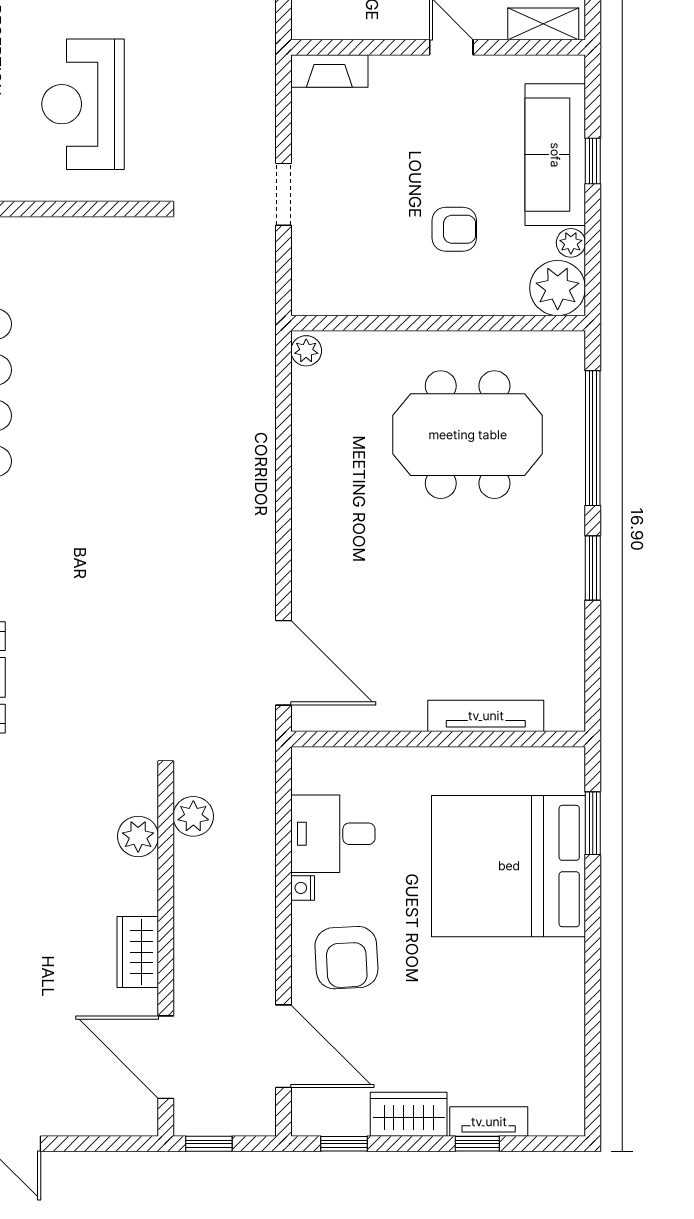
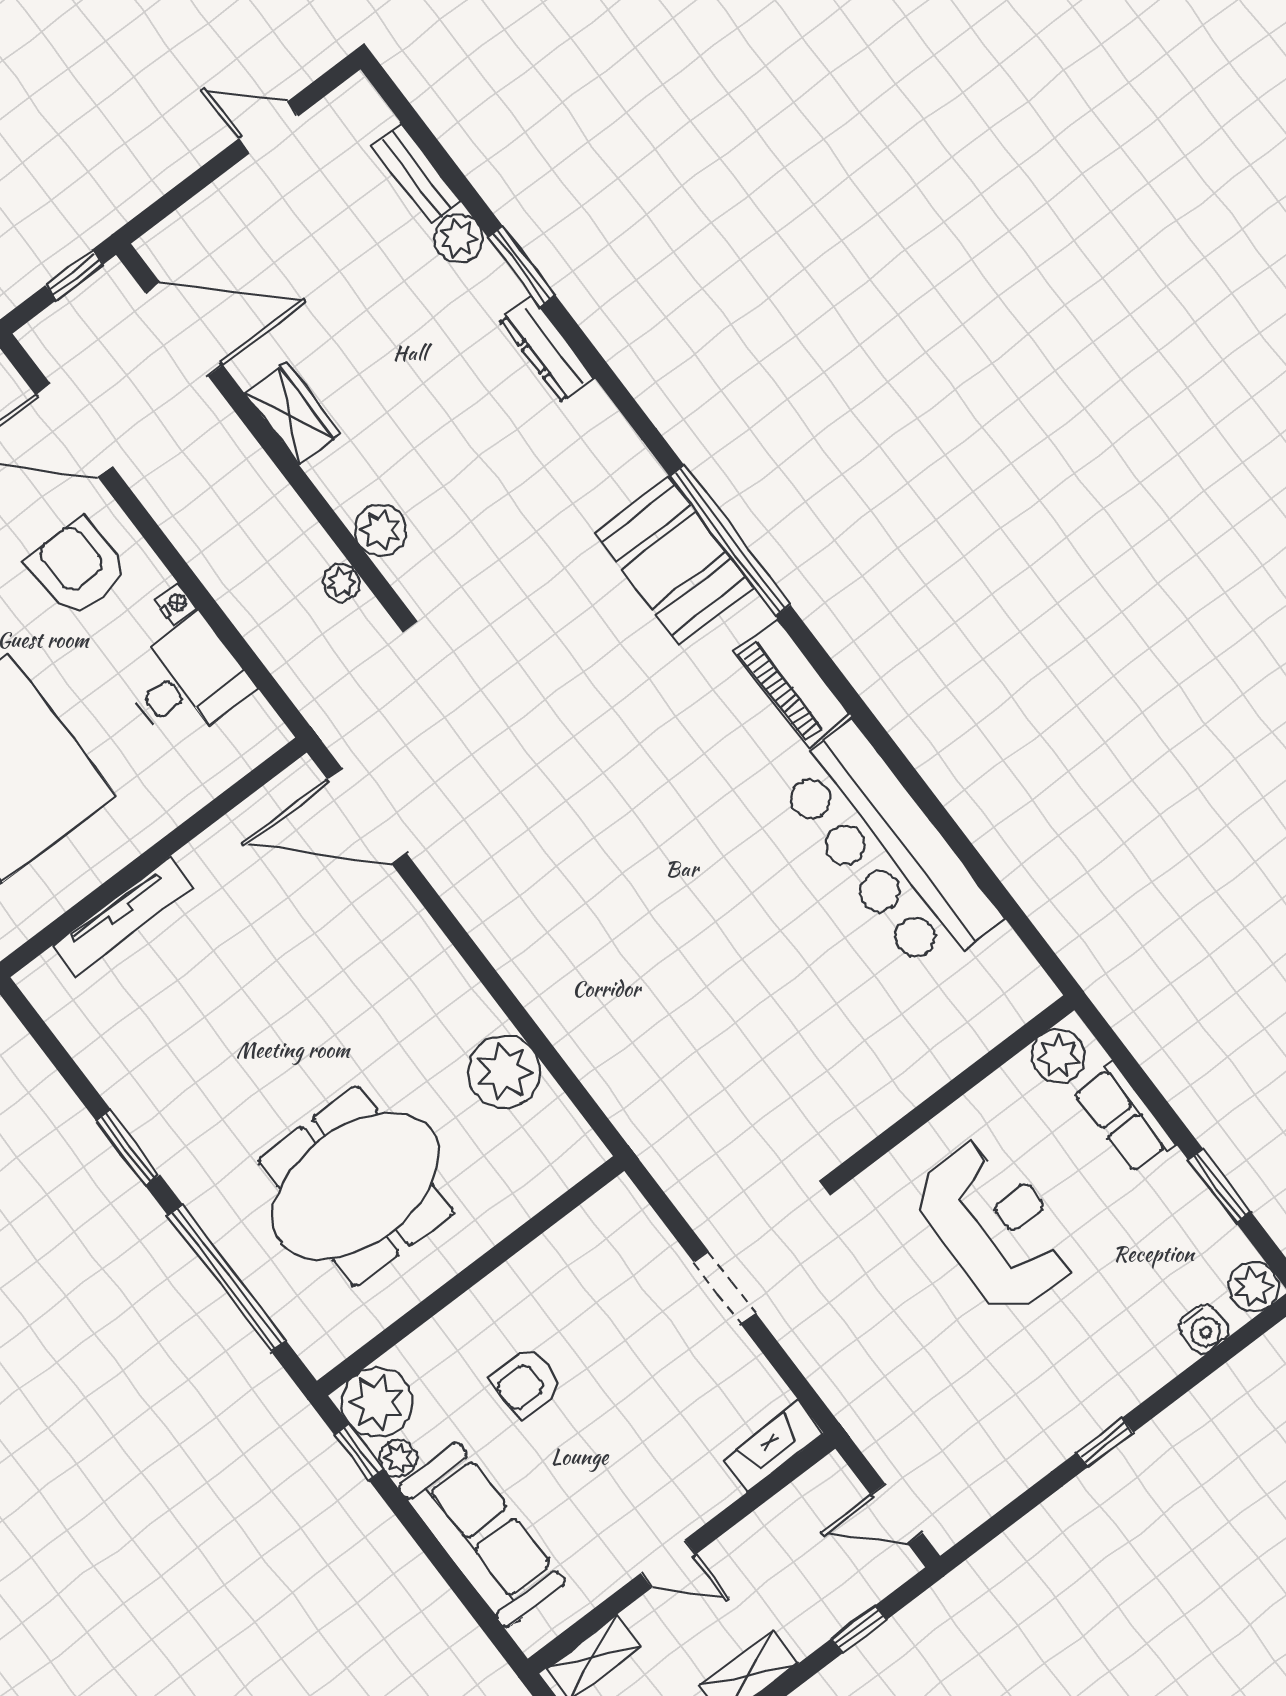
window: (593, 161) -> (359, 1452), moved
plant: (306, 351) -> (504, 1072), moved, width x1.88, depth x1.88
plant: (193, 816) -> (342, 583), width x0.73, depth x0.73

